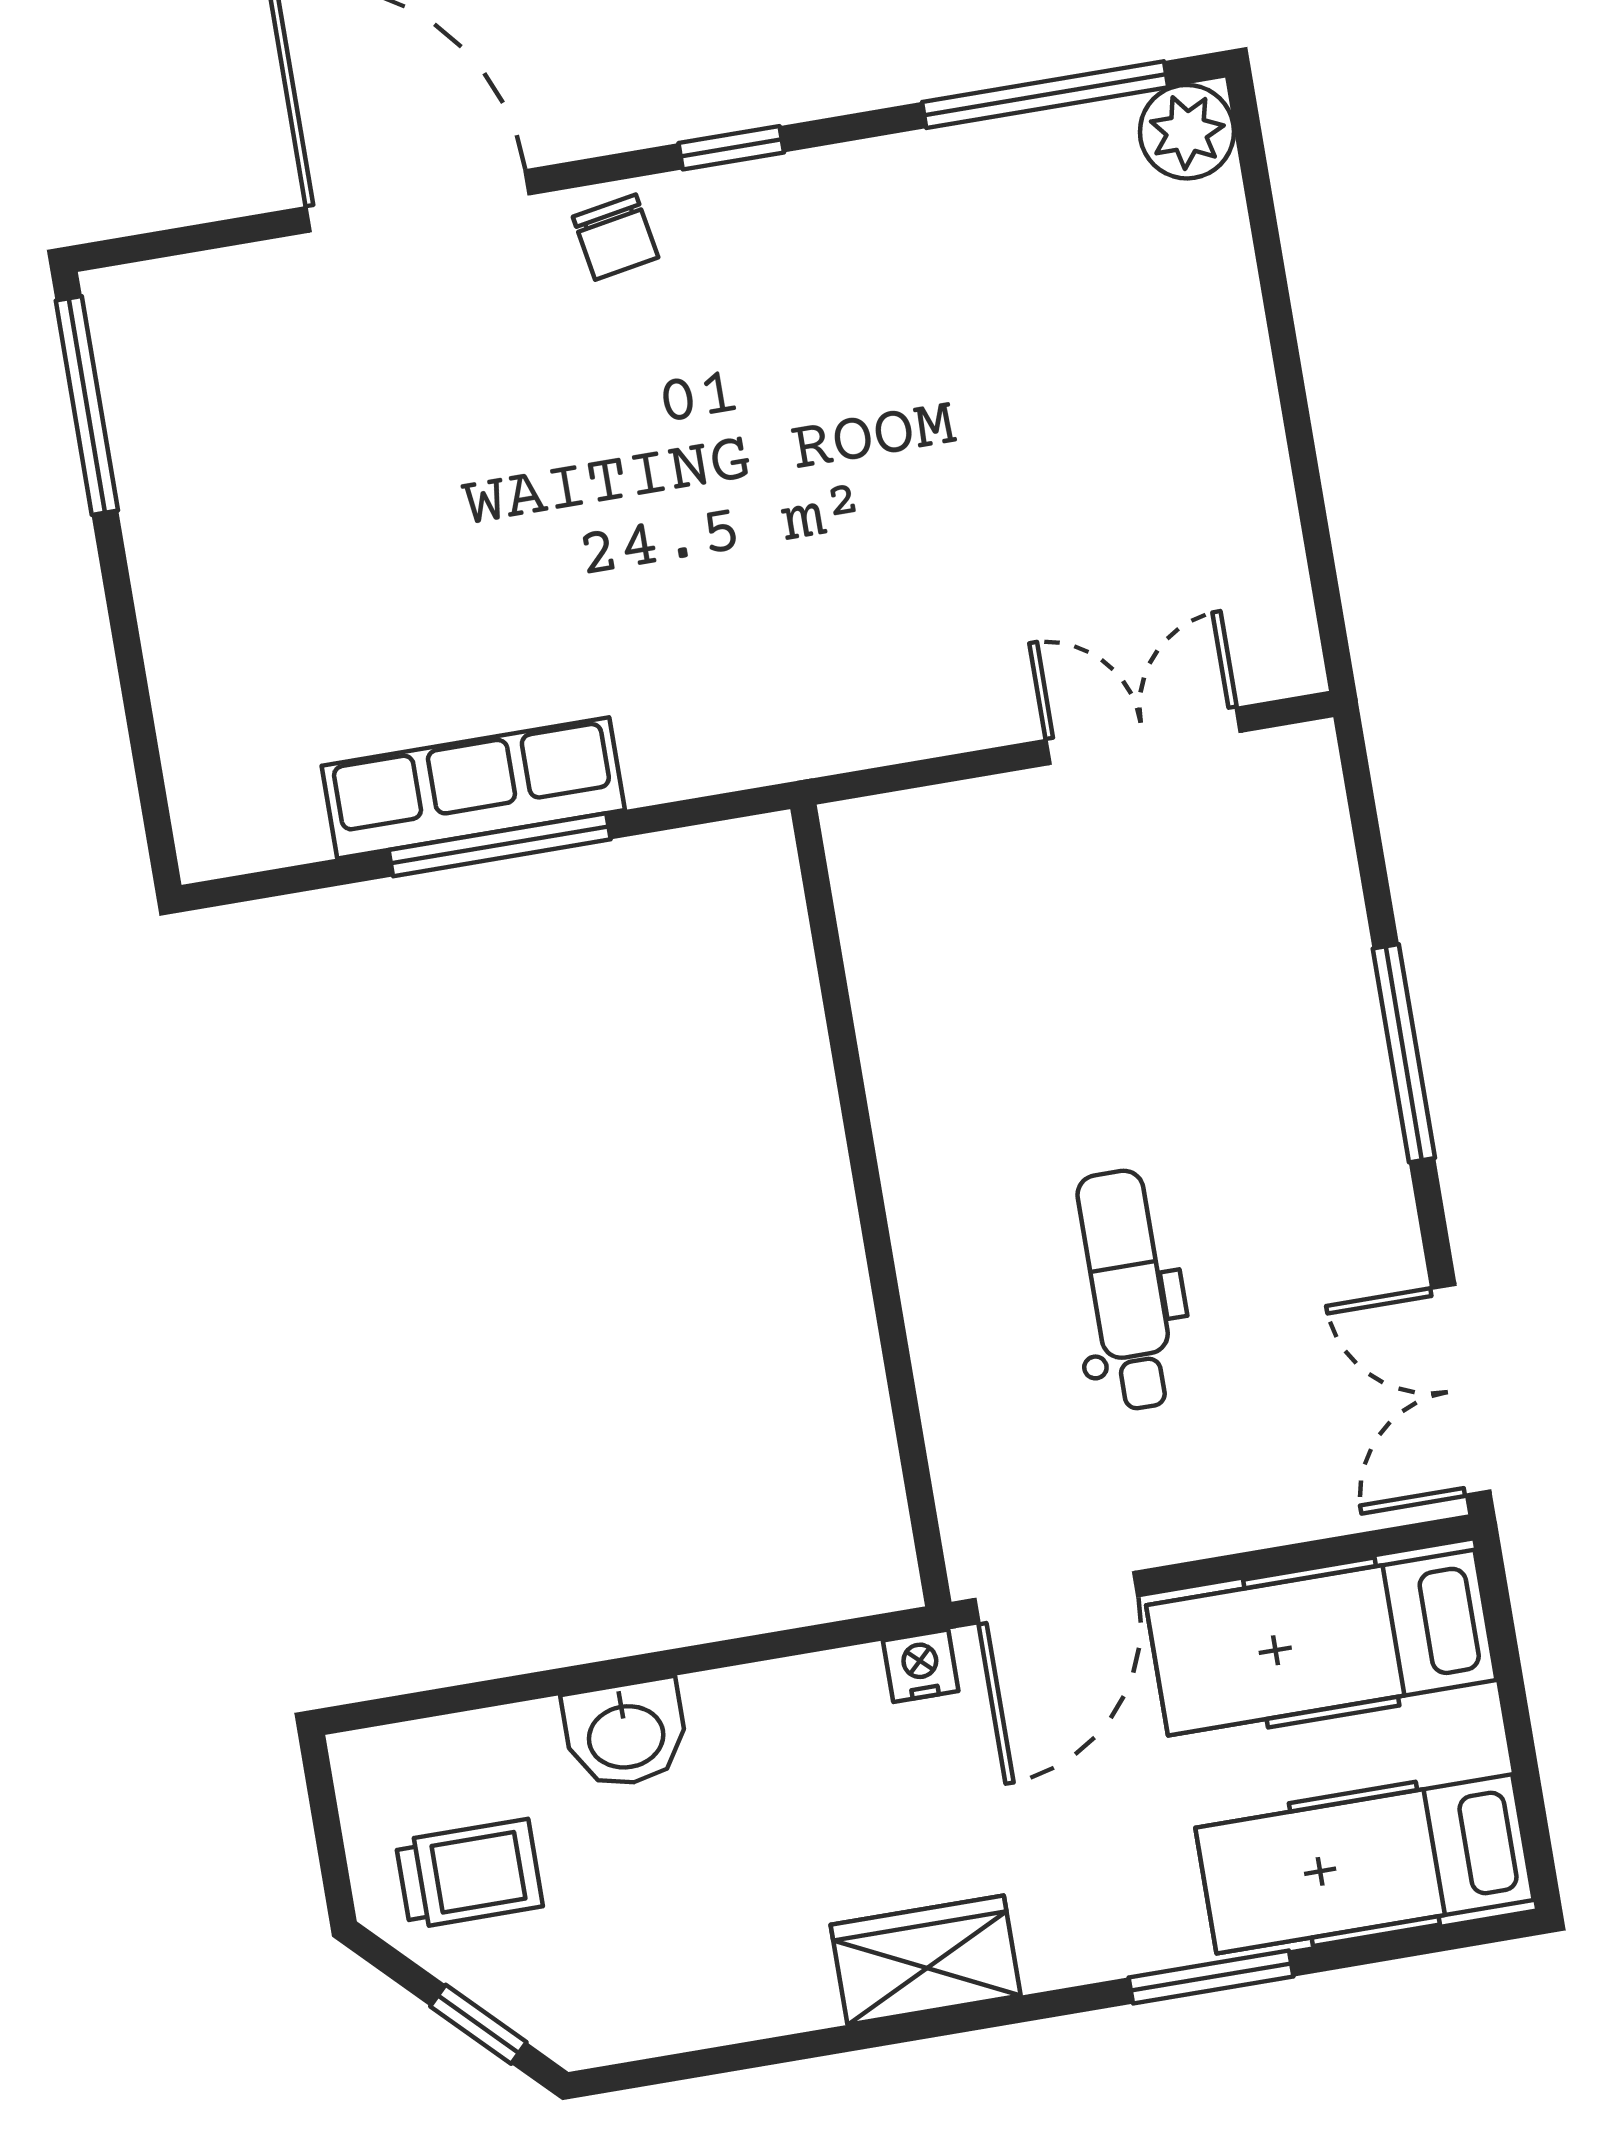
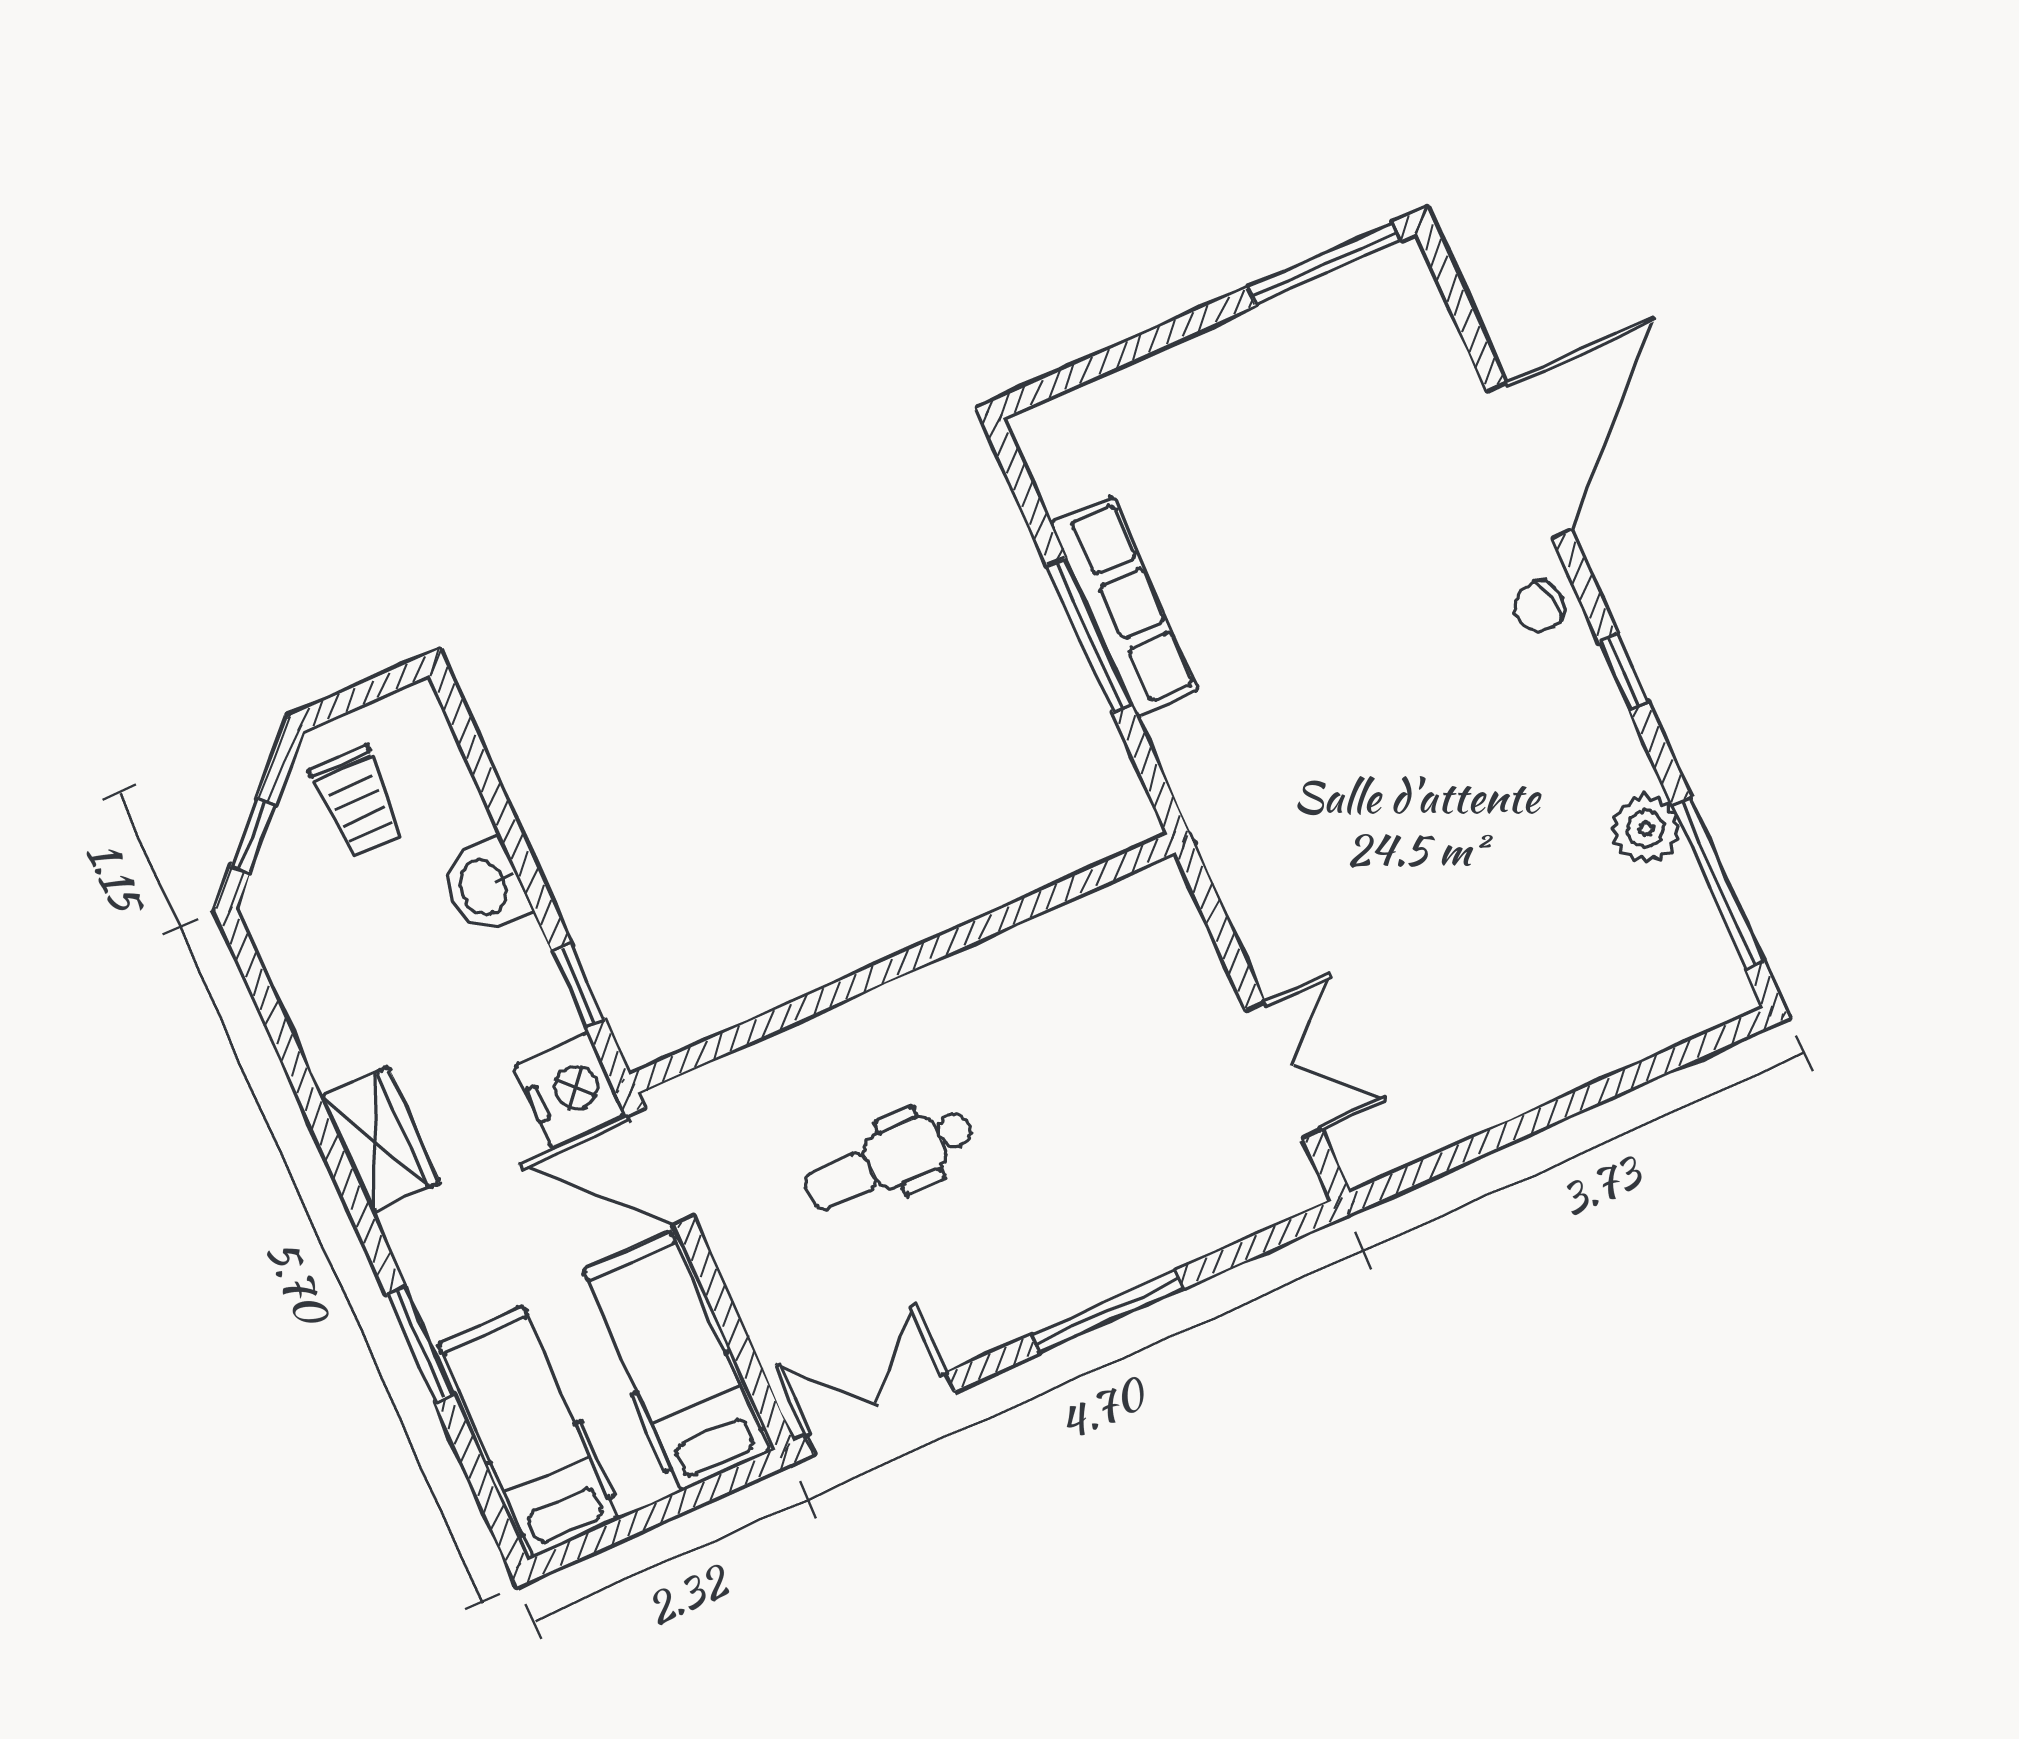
plant: (1187, 132) -> (1646, 829), moved
dental chair: (1127, 1290) -> (890, 1160), turned 180
window: (789, 1643) -> (579, 985), added
nightstand: (921, 1666) -> (570, 1090), width x1.89, depth x1.79

